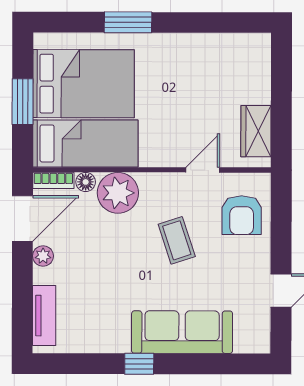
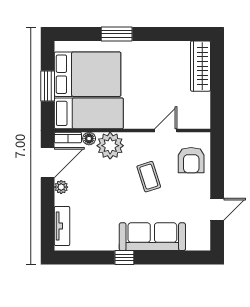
wardrobe: (256, 131) -> (200, 66), moved, width x1.50

